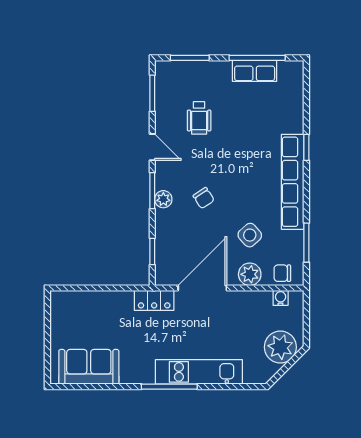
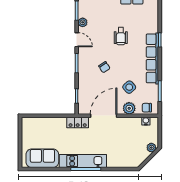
wheelchair: (199, 118) -> (121, 36), moved
plant: (163, 199) -> (83, 22), moved
plant: (280, 347) -> (151, 148), width x0.53, depth x0.53
kitchen unit: (199, 372) -> (83, 161), moved

